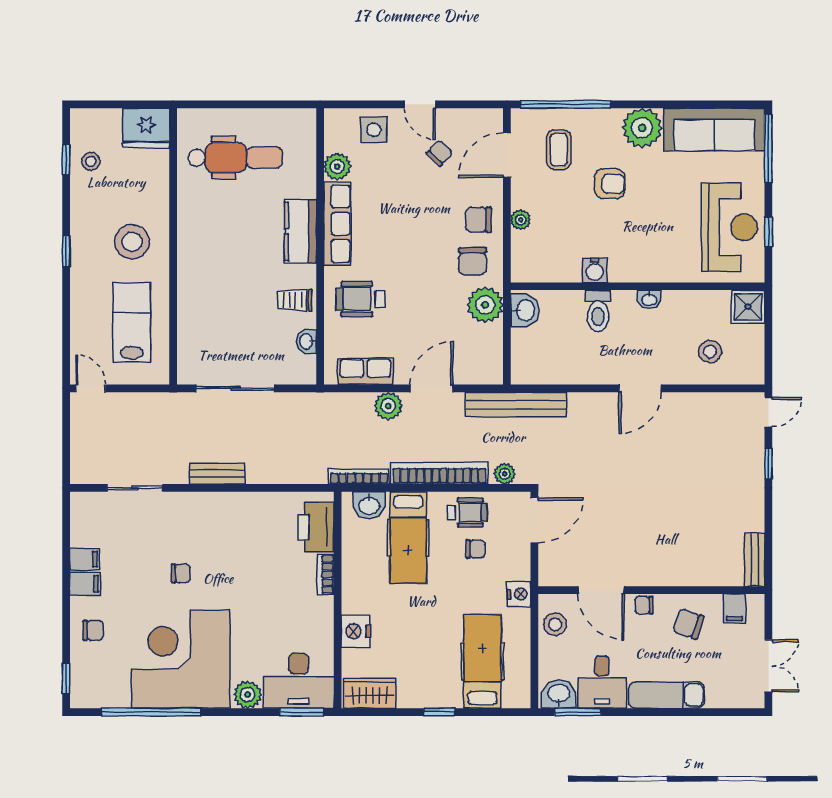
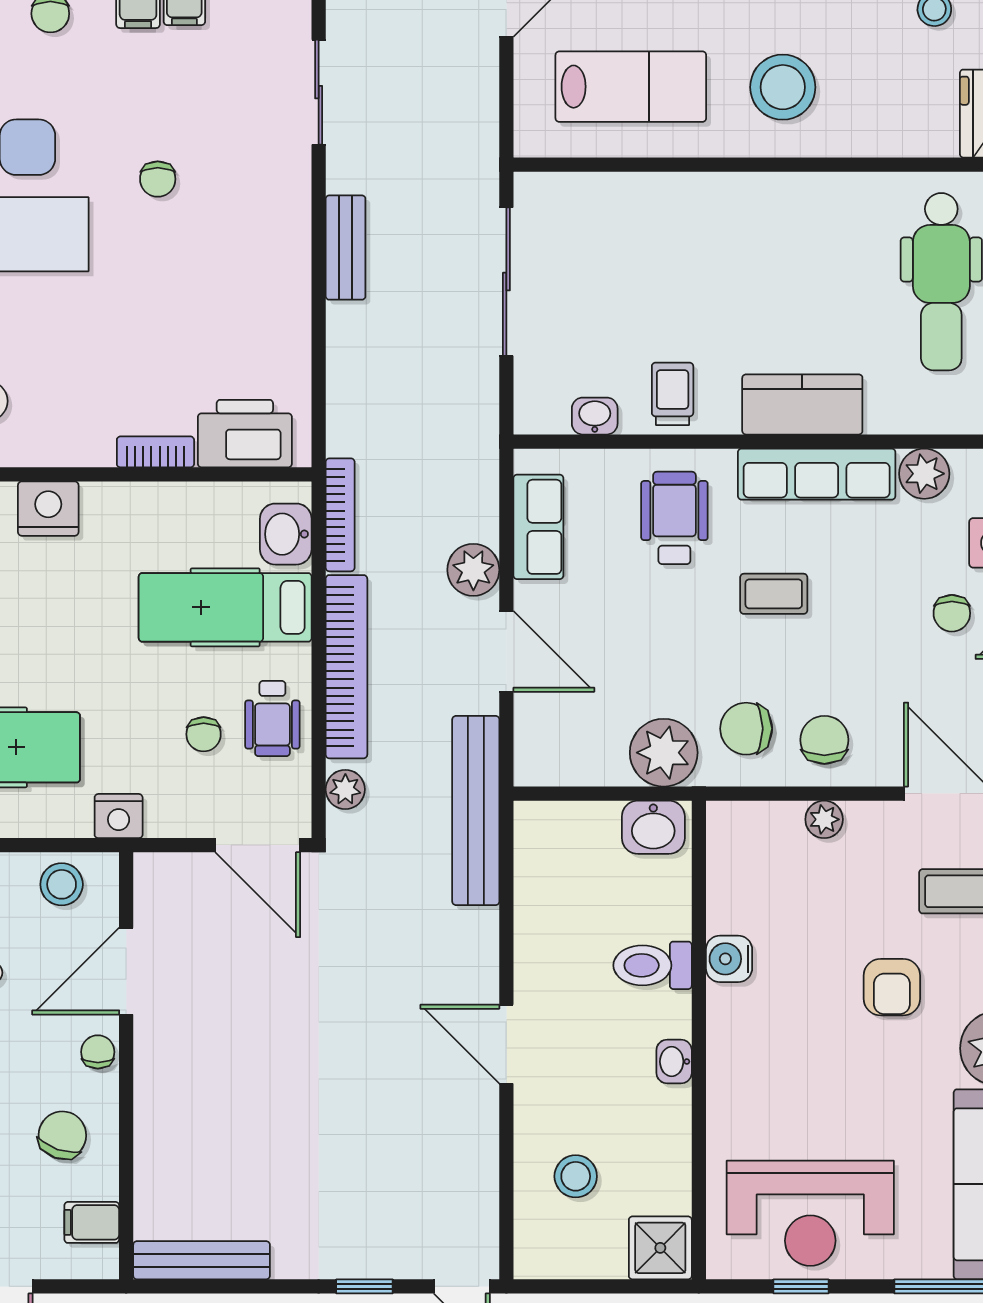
chair: (440, 153) -> (952, 613), moved, turned 47
coffee table: (401, 246) -> (774, 594), added
bench: (755, 560) -> (202, 1260), width x1.36

